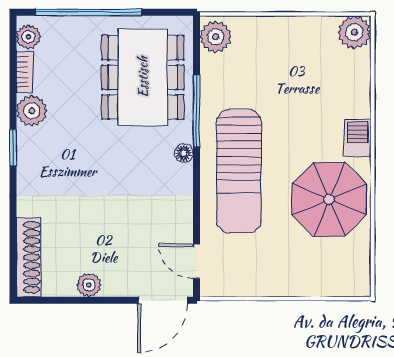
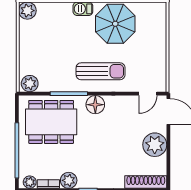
floor lamp: (184, 153) -> (95, 105), width x1.89, depth x1.89
sun lounger: (239, 171) -> (101, 71), width x0.73, depth x0.75
plant: (89, 285) -> (155, 145), width x1.88, depth x1.88

